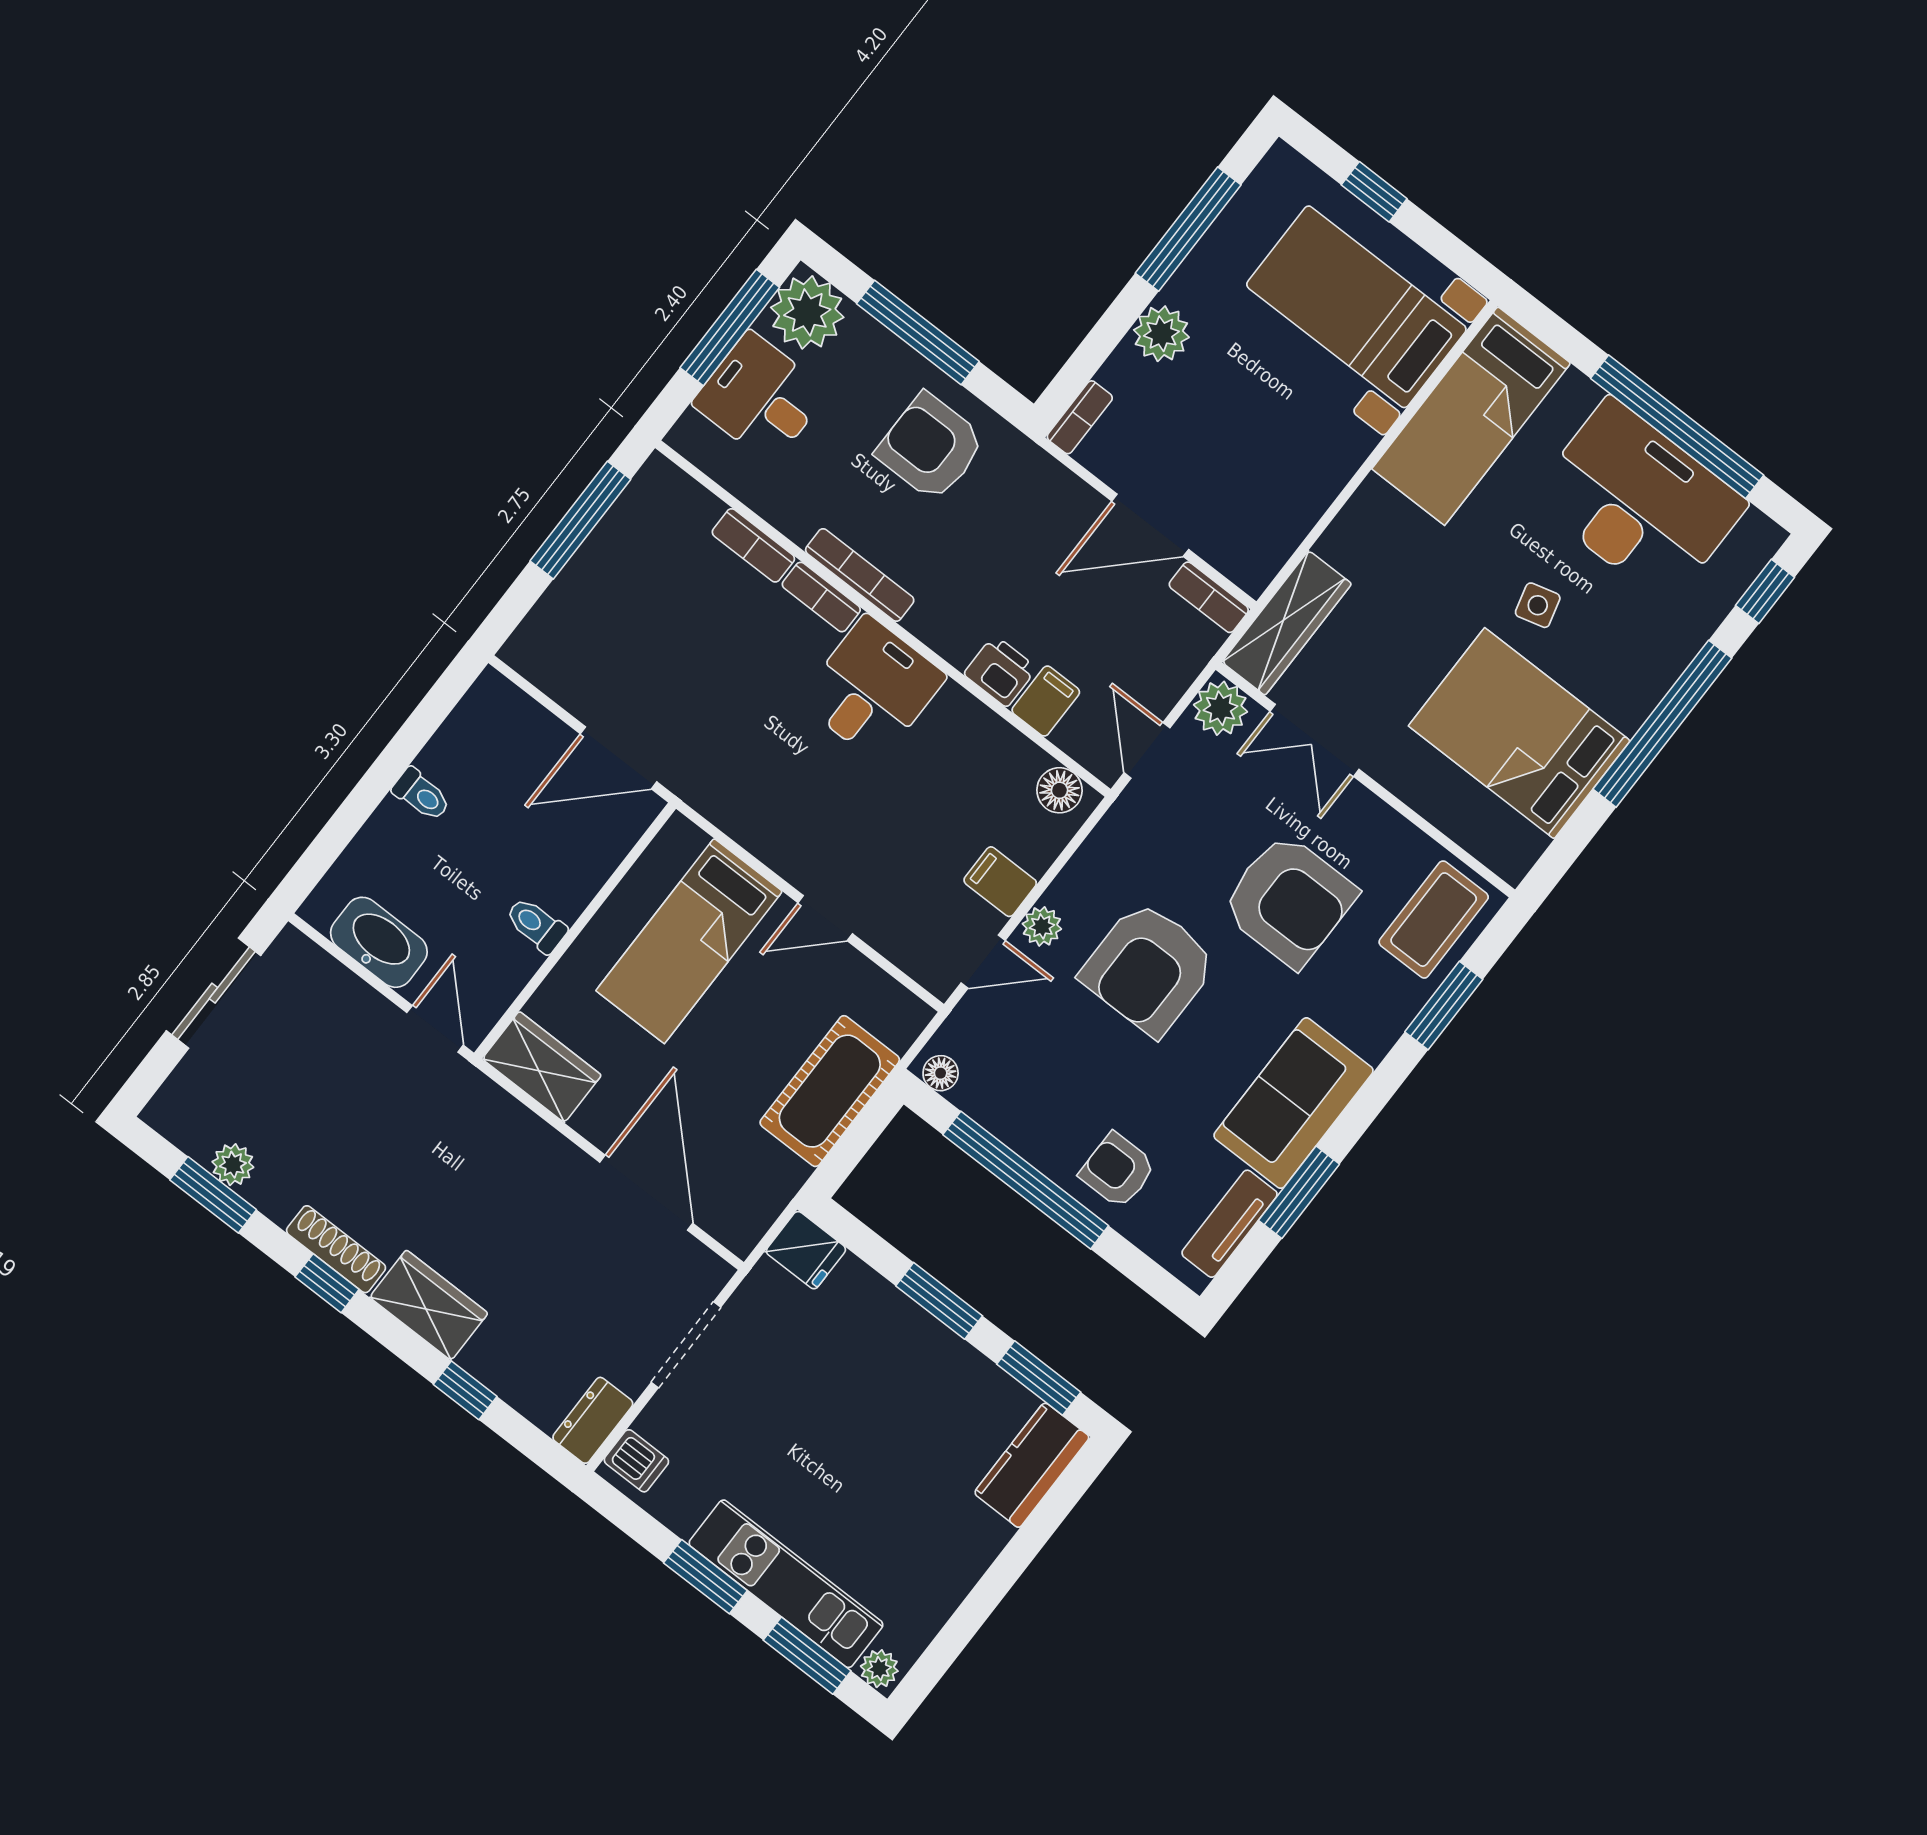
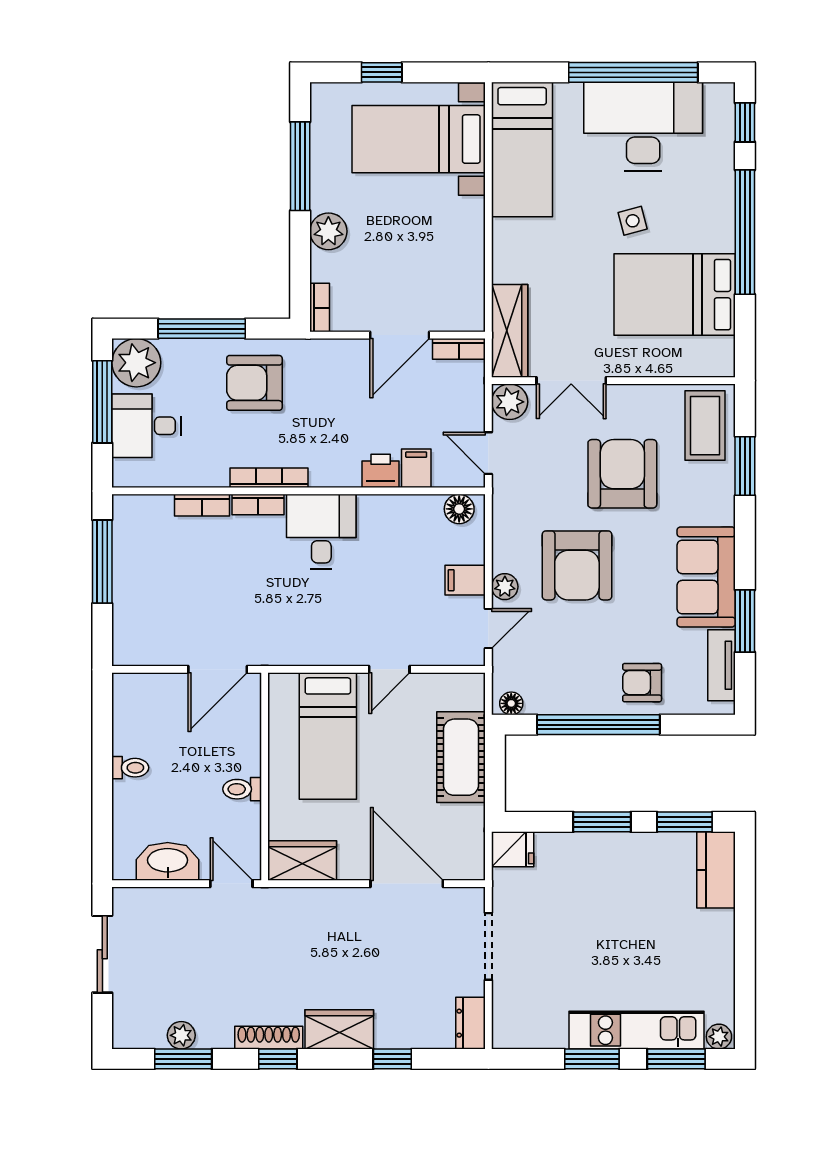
armchair: (1289, 900) -> (622, 474), turned -90
dishwasher: (636, 1461) -> (509, 1027), removed

